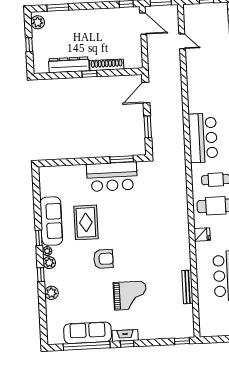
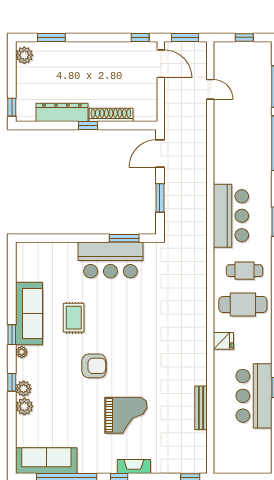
window: (29, 45) -> (12, 107), moved
rug: (86, 222) -> (74, 318), width x0.73, depth x0.70
plant: (49, 263) -> (24, 389), moved
sofa: (88, 333) -> (46, 461), moved
fireplace: (125, 335) -> (134, 467), moved

